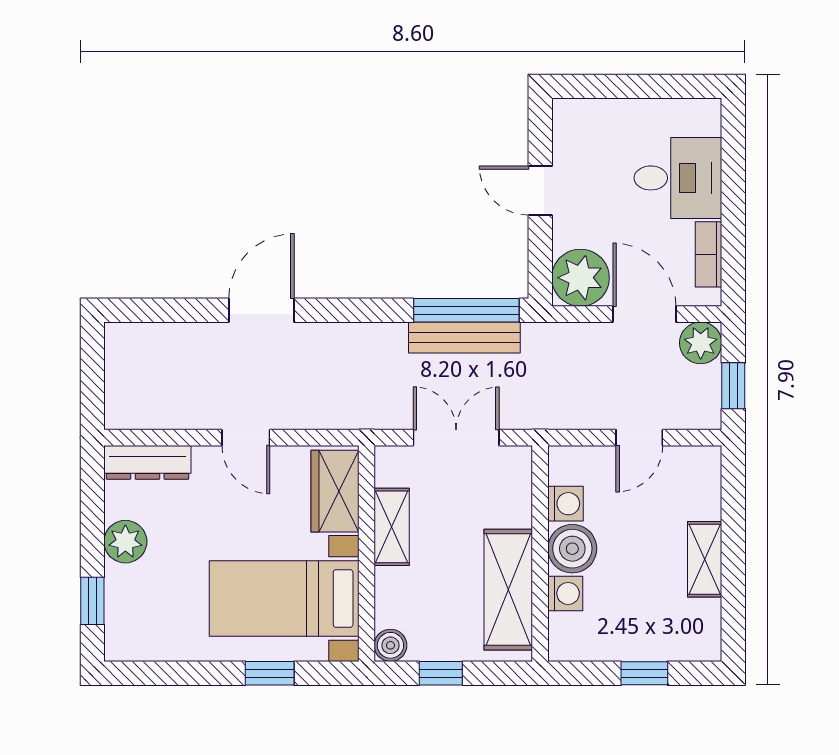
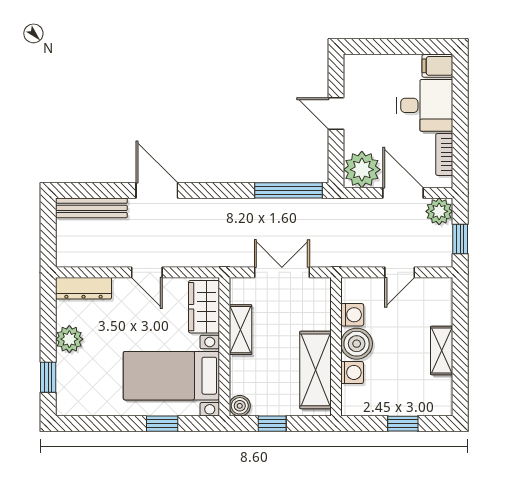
filing cabinet: (698, 117) -> (437, 66), added
door: (261, 310) -> (157, 190), hinge flipped
bench: (464, 337) -> (91, 208), moved

